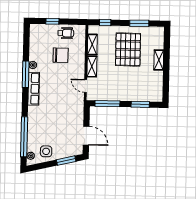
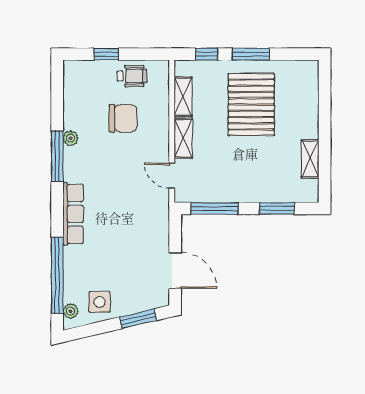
window: (139, 23) -> (251, 54), moved
shelving: (159, 60) -> (310, 159), moved
row of seats: (34, 89) -> (73, 214), moved

